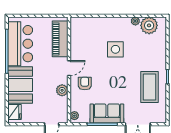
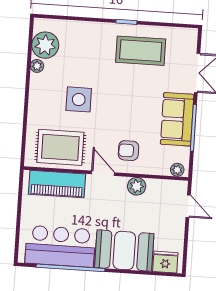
rug: (84, 40) -> (60, 147), added

